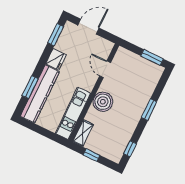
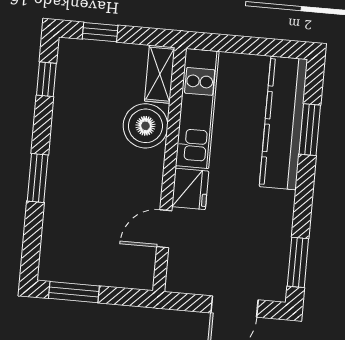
fridge: (56, 59) -> (190, 189), moved, turned 180
door: (105, 69) -> (164, 229), swing flipped
boiler: (103, 102) -> (145, 126), moved
window: (91, 155) -> (100, 32), moved

